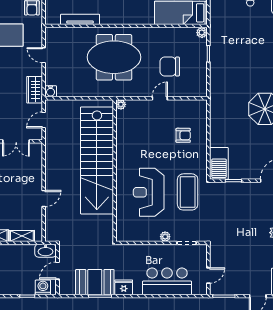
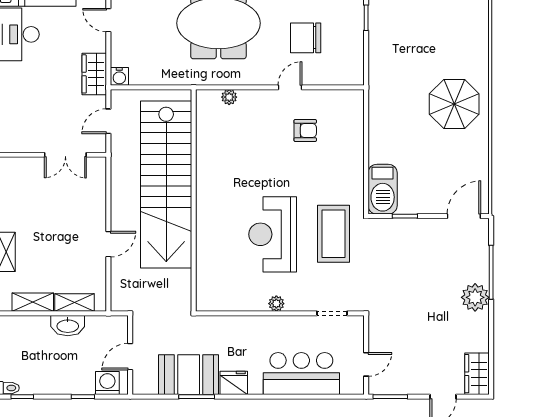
armchair: (183, 135) -> (305, 130), moved
stairs: (97, 160) -> (166, 185), moved
wall: (115, 171) -> (194, 200), moved
plant: (165, 237) -> (276, 304), moved
washbasin: (46, 251) -> (68, 326), moved

